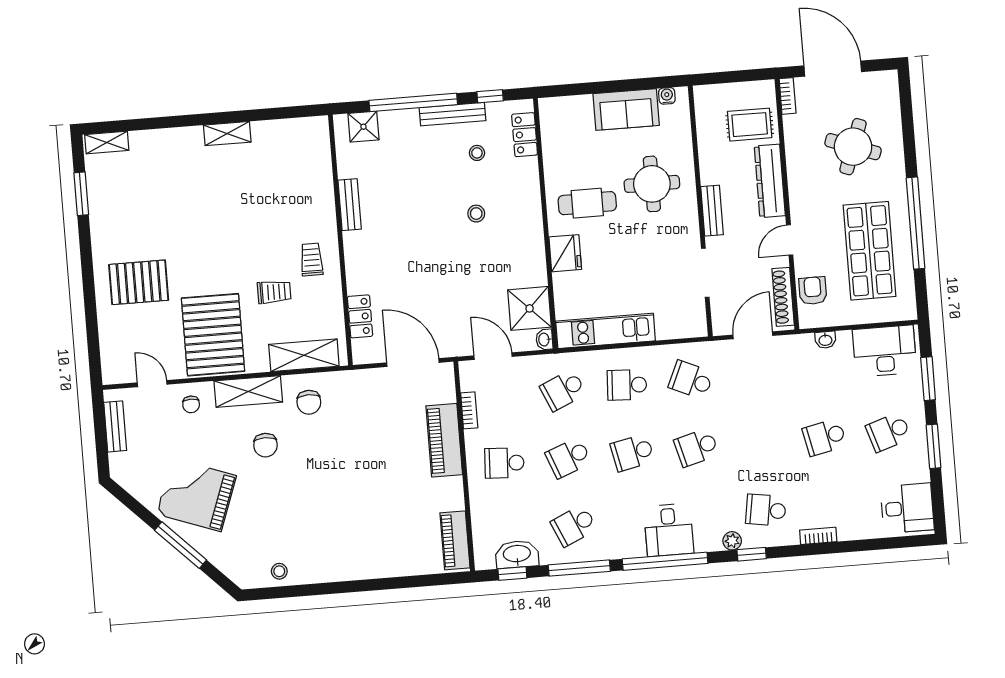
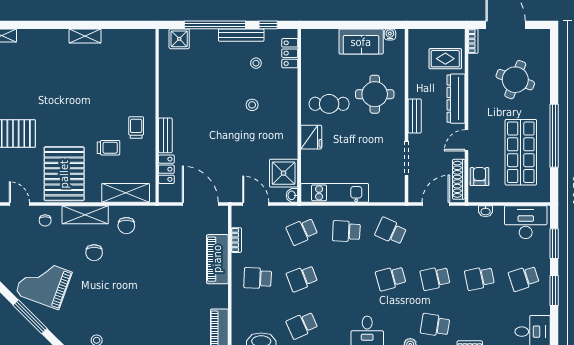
bench: (350, 205) -> (165, 135), moved
school desk: (632, 453) -> (435, 278), moved

